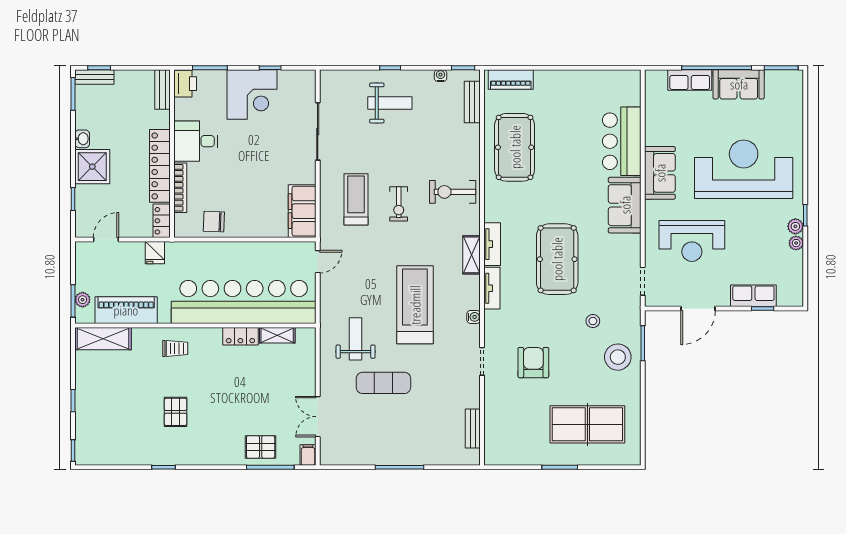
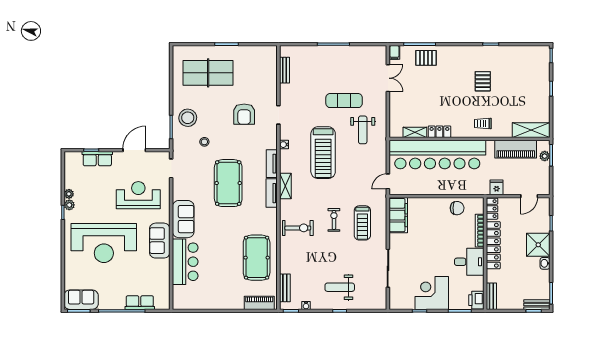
sofa: (739, 84) -> (81, 300), moved

